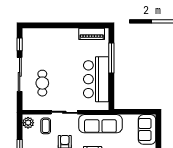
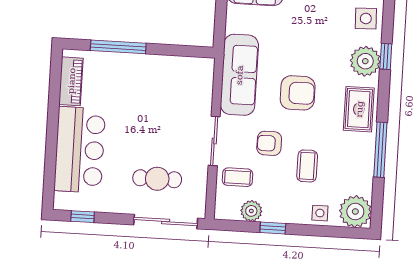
sliding door: (20, 74) -> (166, 222), moved
bar counter: (96, 79) -> (80, 150), moved, turned -90
plant: (28, 123) -> (251, 211), moved

